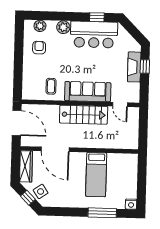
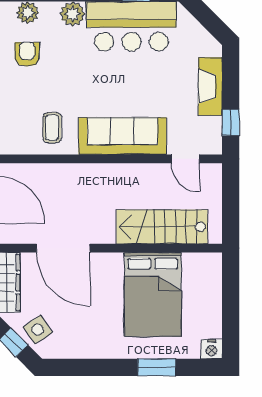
window: (145, 67) -> (231, 122), moved
stairs: (84, 115) -> (162, 227), moved, turned 180
bed: (96, 175) -> (153, 294), width x1.50
window: (102, 213) -> (157, 367), width x0.69

